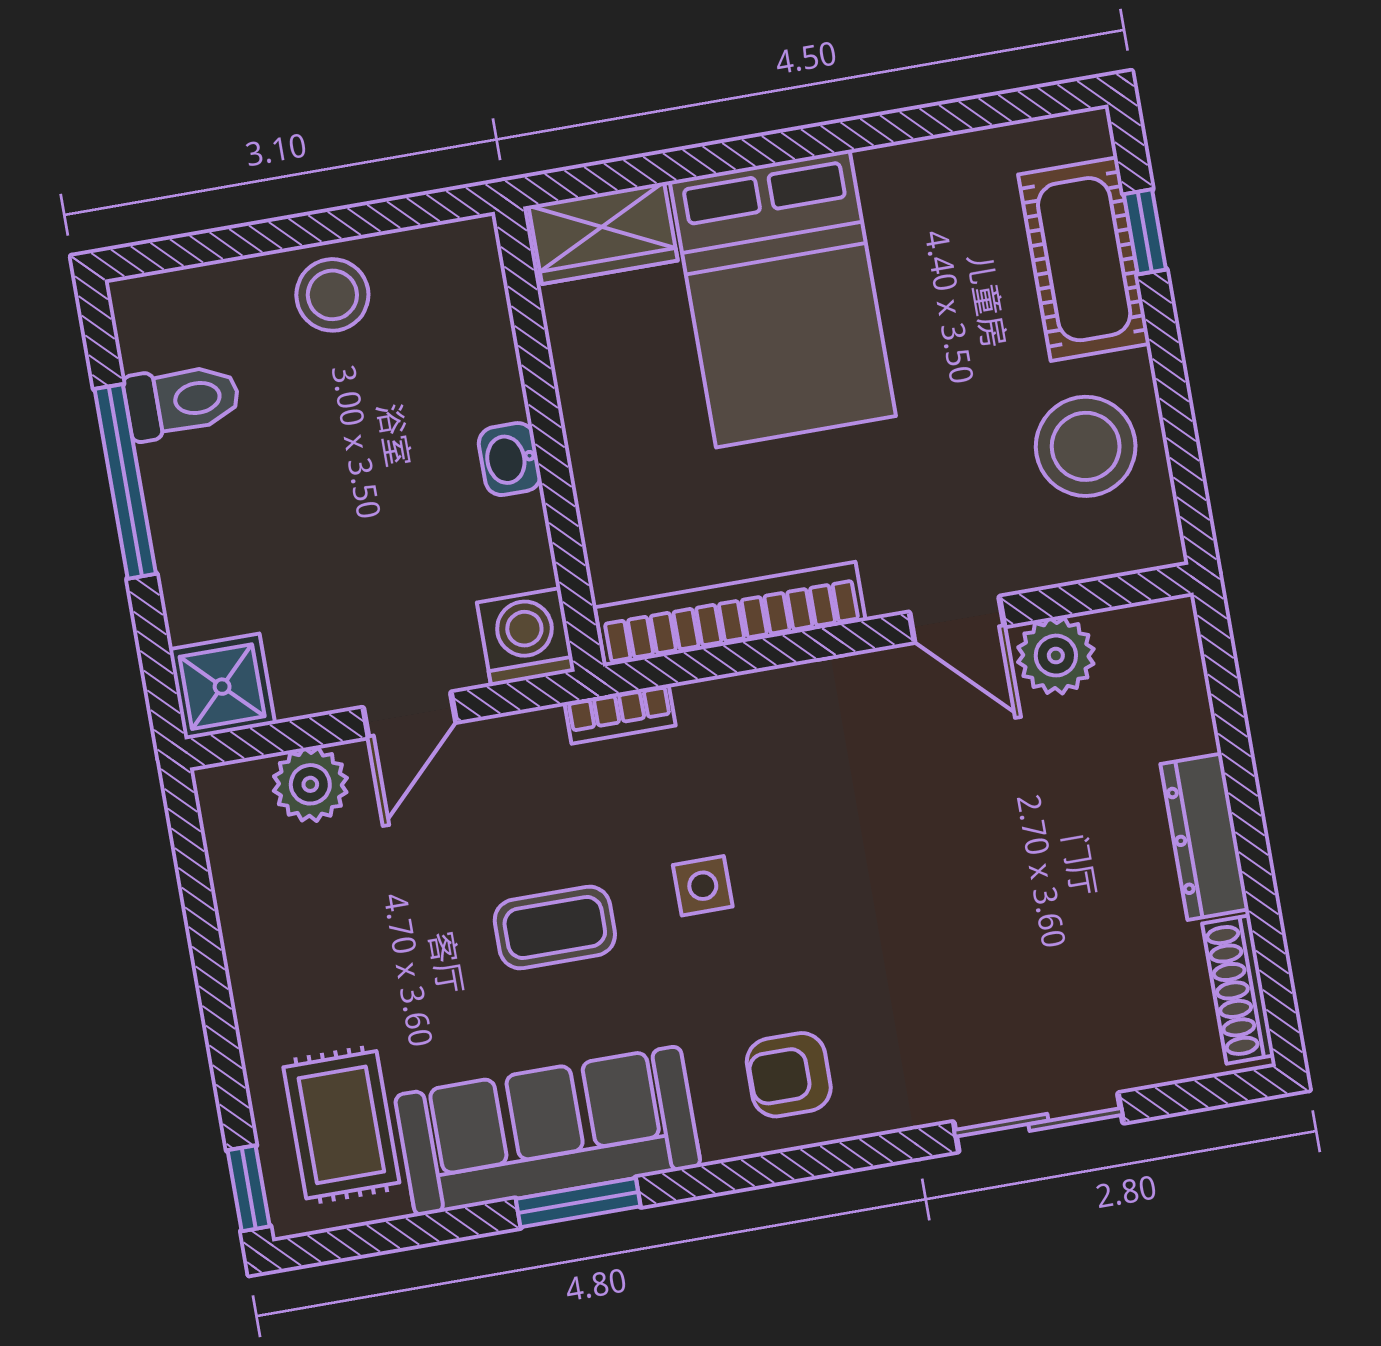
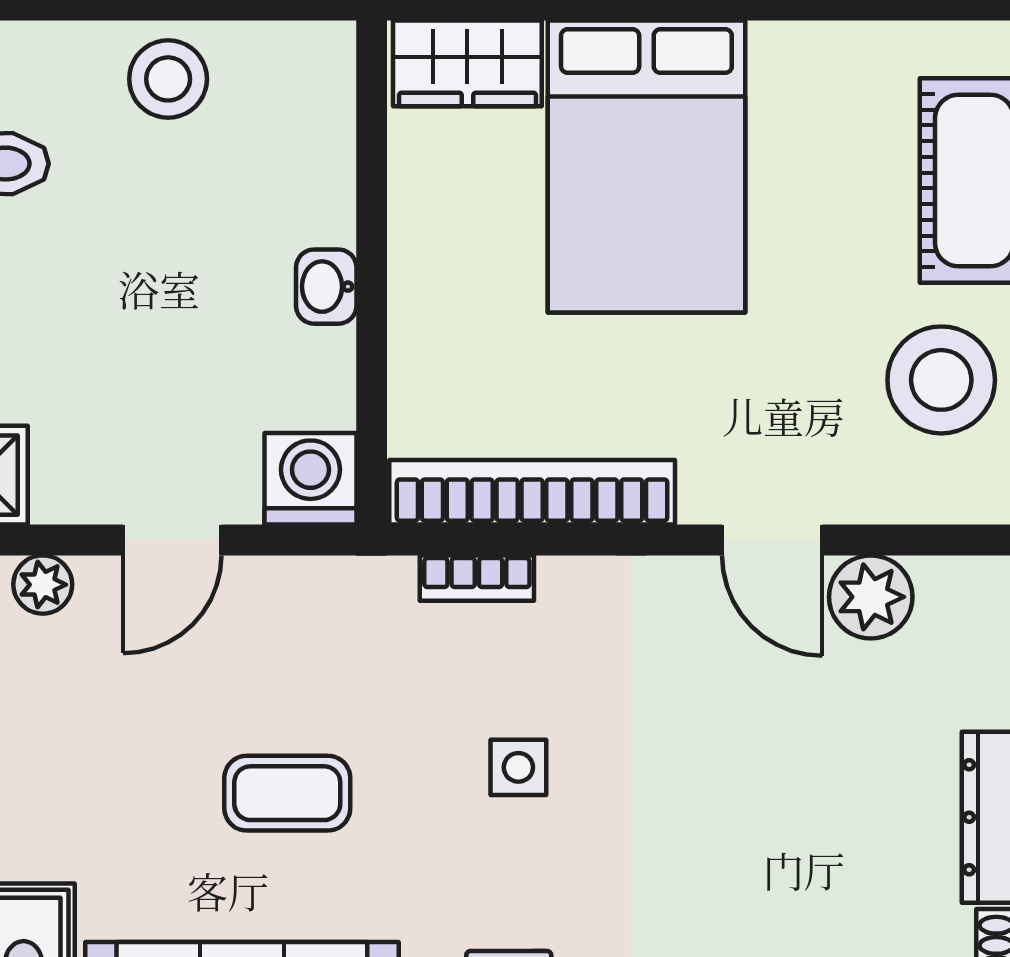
bookcase: (620, 714) -> (477, 578), moved
plant: (310, 784) -> (43, 585), width x0.73, depth x0.73
side table: (703, 886) -> (518, 767), moved

